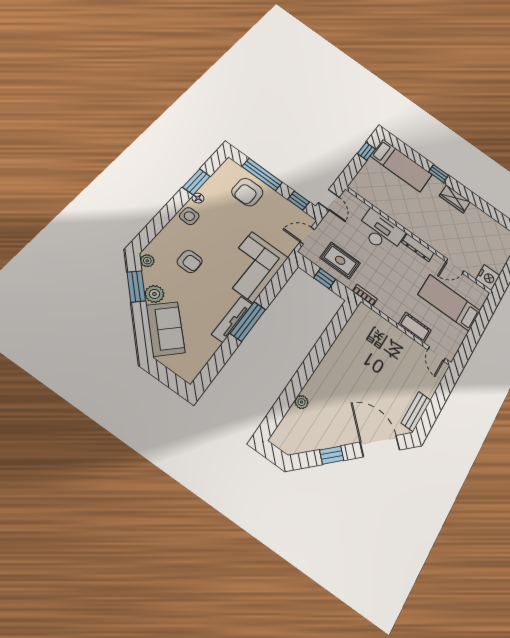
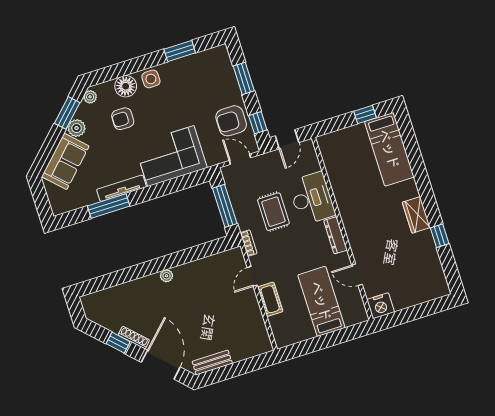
window: (262, 174) -> (244, 78), width x0.69
window: (439, 174) -> (440, 236), moved
armchair: (247, 192) -> (231, 121), moved
floor lamp: (198, 198) -> (126, 86), moved, width x1.89, depth x1.89
rug: (340, 260) -> (273, 212), moved
armchair: (190, 261) -> (123, 119), turned 90
window: (325, 278) -> (225, 206), width x2.17
window: (248, 321) -> (109, 206), moved
door: (436, 354) -> (252, 276), moved
plant: (302, 402) -> (167, 276), moved
shoe rack: (341, 440) -> (134, 338), added

